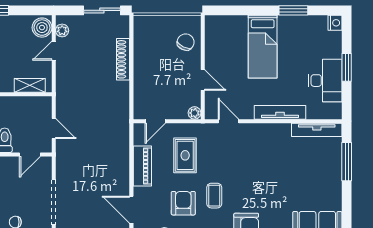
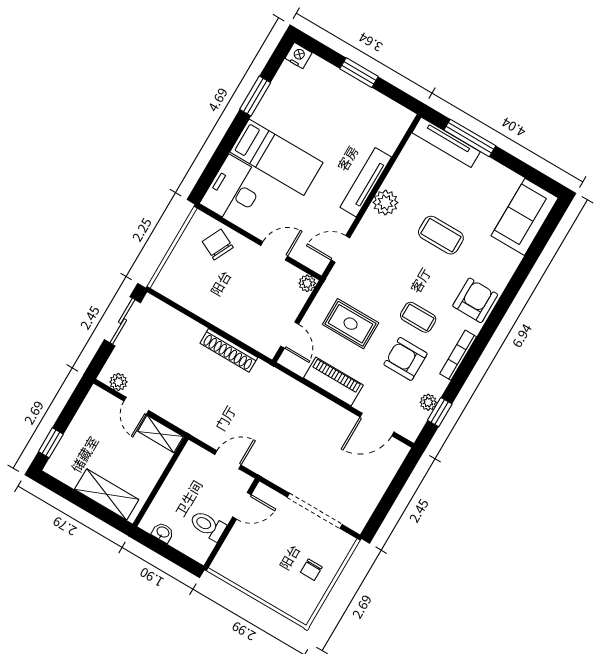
boiler: (42, 28) -> (101, 403), removed
shoe rack: (123, 59) -> (229, 350), moved
desk: (325, 81) -> (234, 190), moved, turned -90
shelving: (30, 85) -> (160, 434), moved, turned 90
tv unit: (317, 130) -> (446, 142), moved, turned 90
plant: (275, 132) -> (385, 203), added
door: (30, 154) -> (242, 506), hinge flipped
coffee table: (275, 179) -> (441, 235), added

